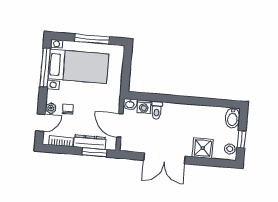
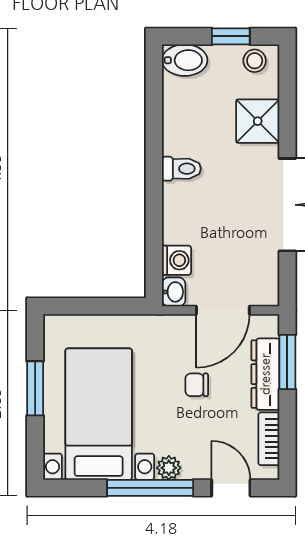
window: (92, 39) -> (35, 388), width x0.69
window: (45, 68) -> (150, 488), moved
plant: (51, 108) -> (169, 468), moved
chair: (68, 109) -> (197, 385), moved
toilet: (157, 110) -> (181, 169), moved

